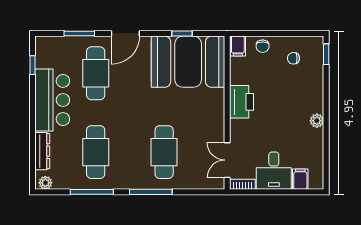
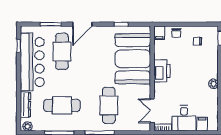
booth: (188, 62) -> (133, 59), moved, turned 90
bar counter: (52, 100) -> (32, 62), width x1.36
cafe table: (96, 152) -> (62, 105), turned 90

